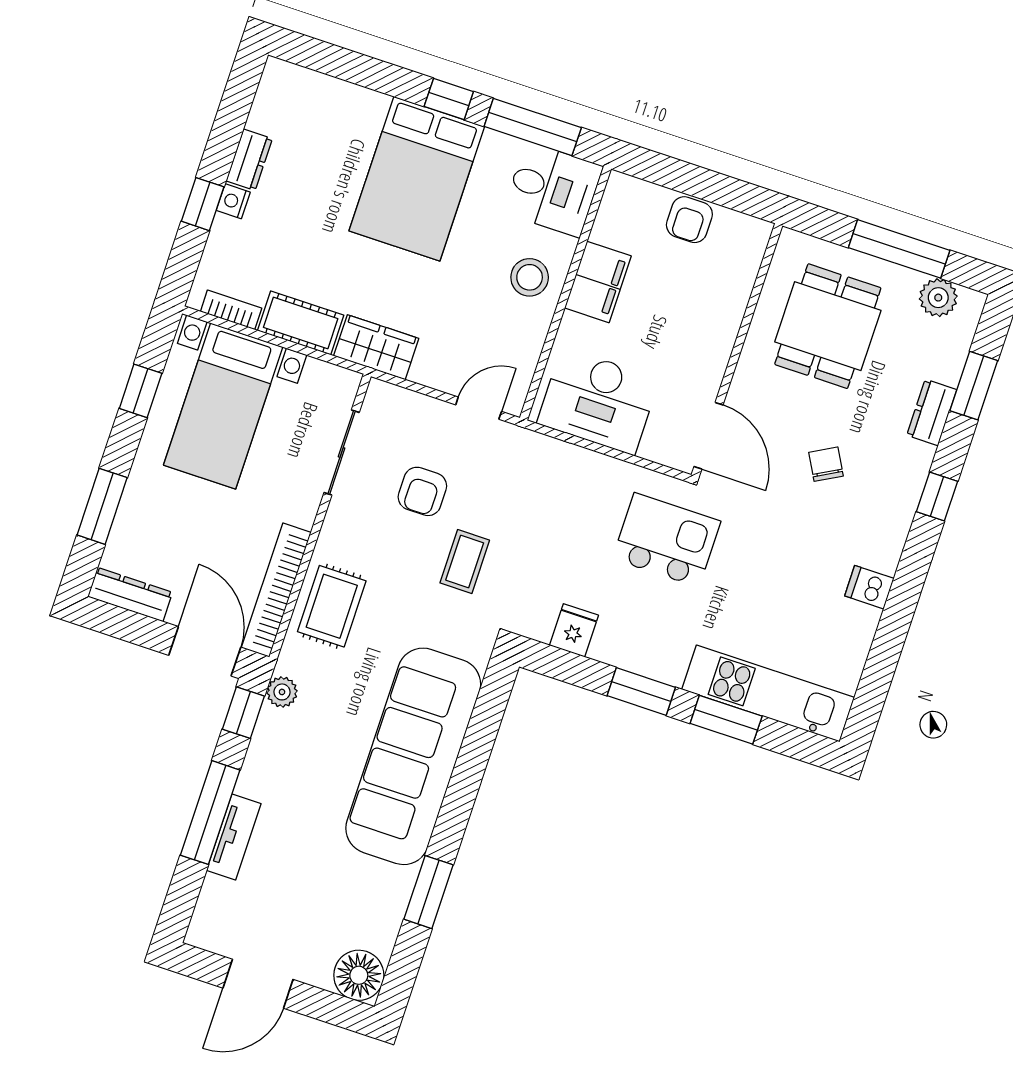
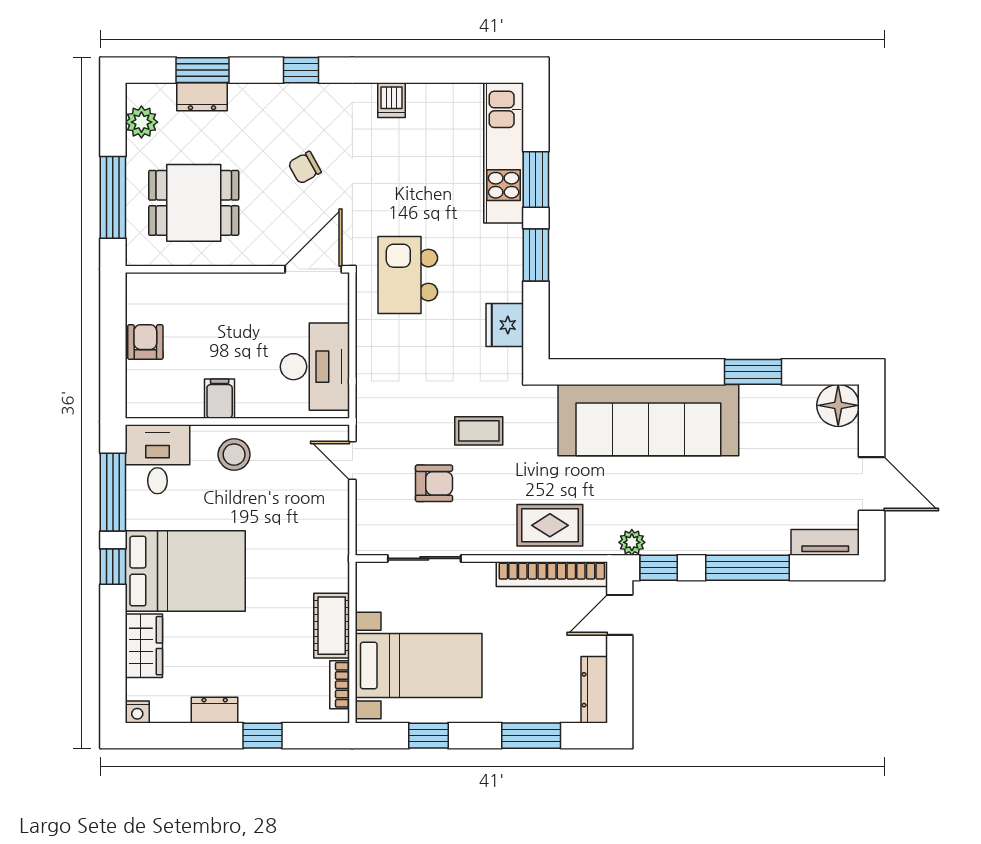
nightstand: (233, 201) -> (137, 712), moved
armchair: (689, 220) -> (145, 342), turned -90
window: (899, 249) -> (113, 197), moved
filing cabinet: (598, 282) -> (220, 399), width x0.50
wardrobe: (376, 347) -> (144, 646), moved, turned 180
dresser: (932, 412) -> (202, 97), moved
fridge: (574, 630) -> (505, 325), width x1.38
door: (205, 651) -> (620, 615), width x0.73
tv unit: (234, 837) -> (825, 542), moved

